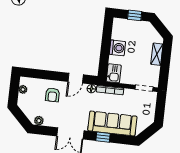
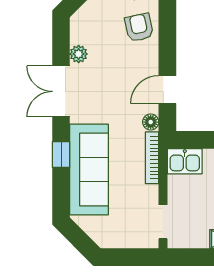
door: (76, 78) -> (167, 90), hinge flipped
armchair: (52, 95) -> (139, 27), moved, turned 78
plant: (39, 121) -> (79, 54), moved

